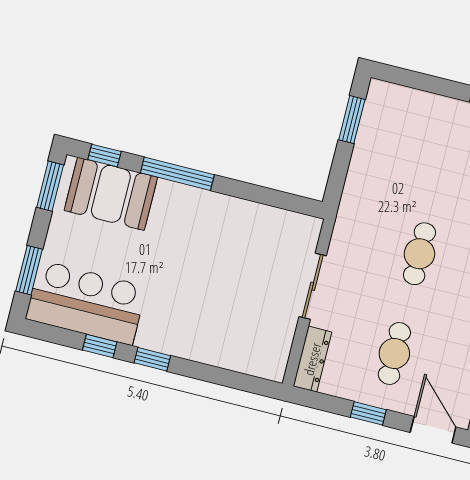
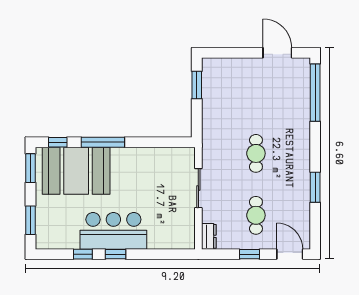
booth: (111, 194) -> (76, 171), width x1.36, depth x1.42
bar counter: (86, 303) -> (113, 231), moved
dresser: (312, 359) -> (209, 236), width x0.70

